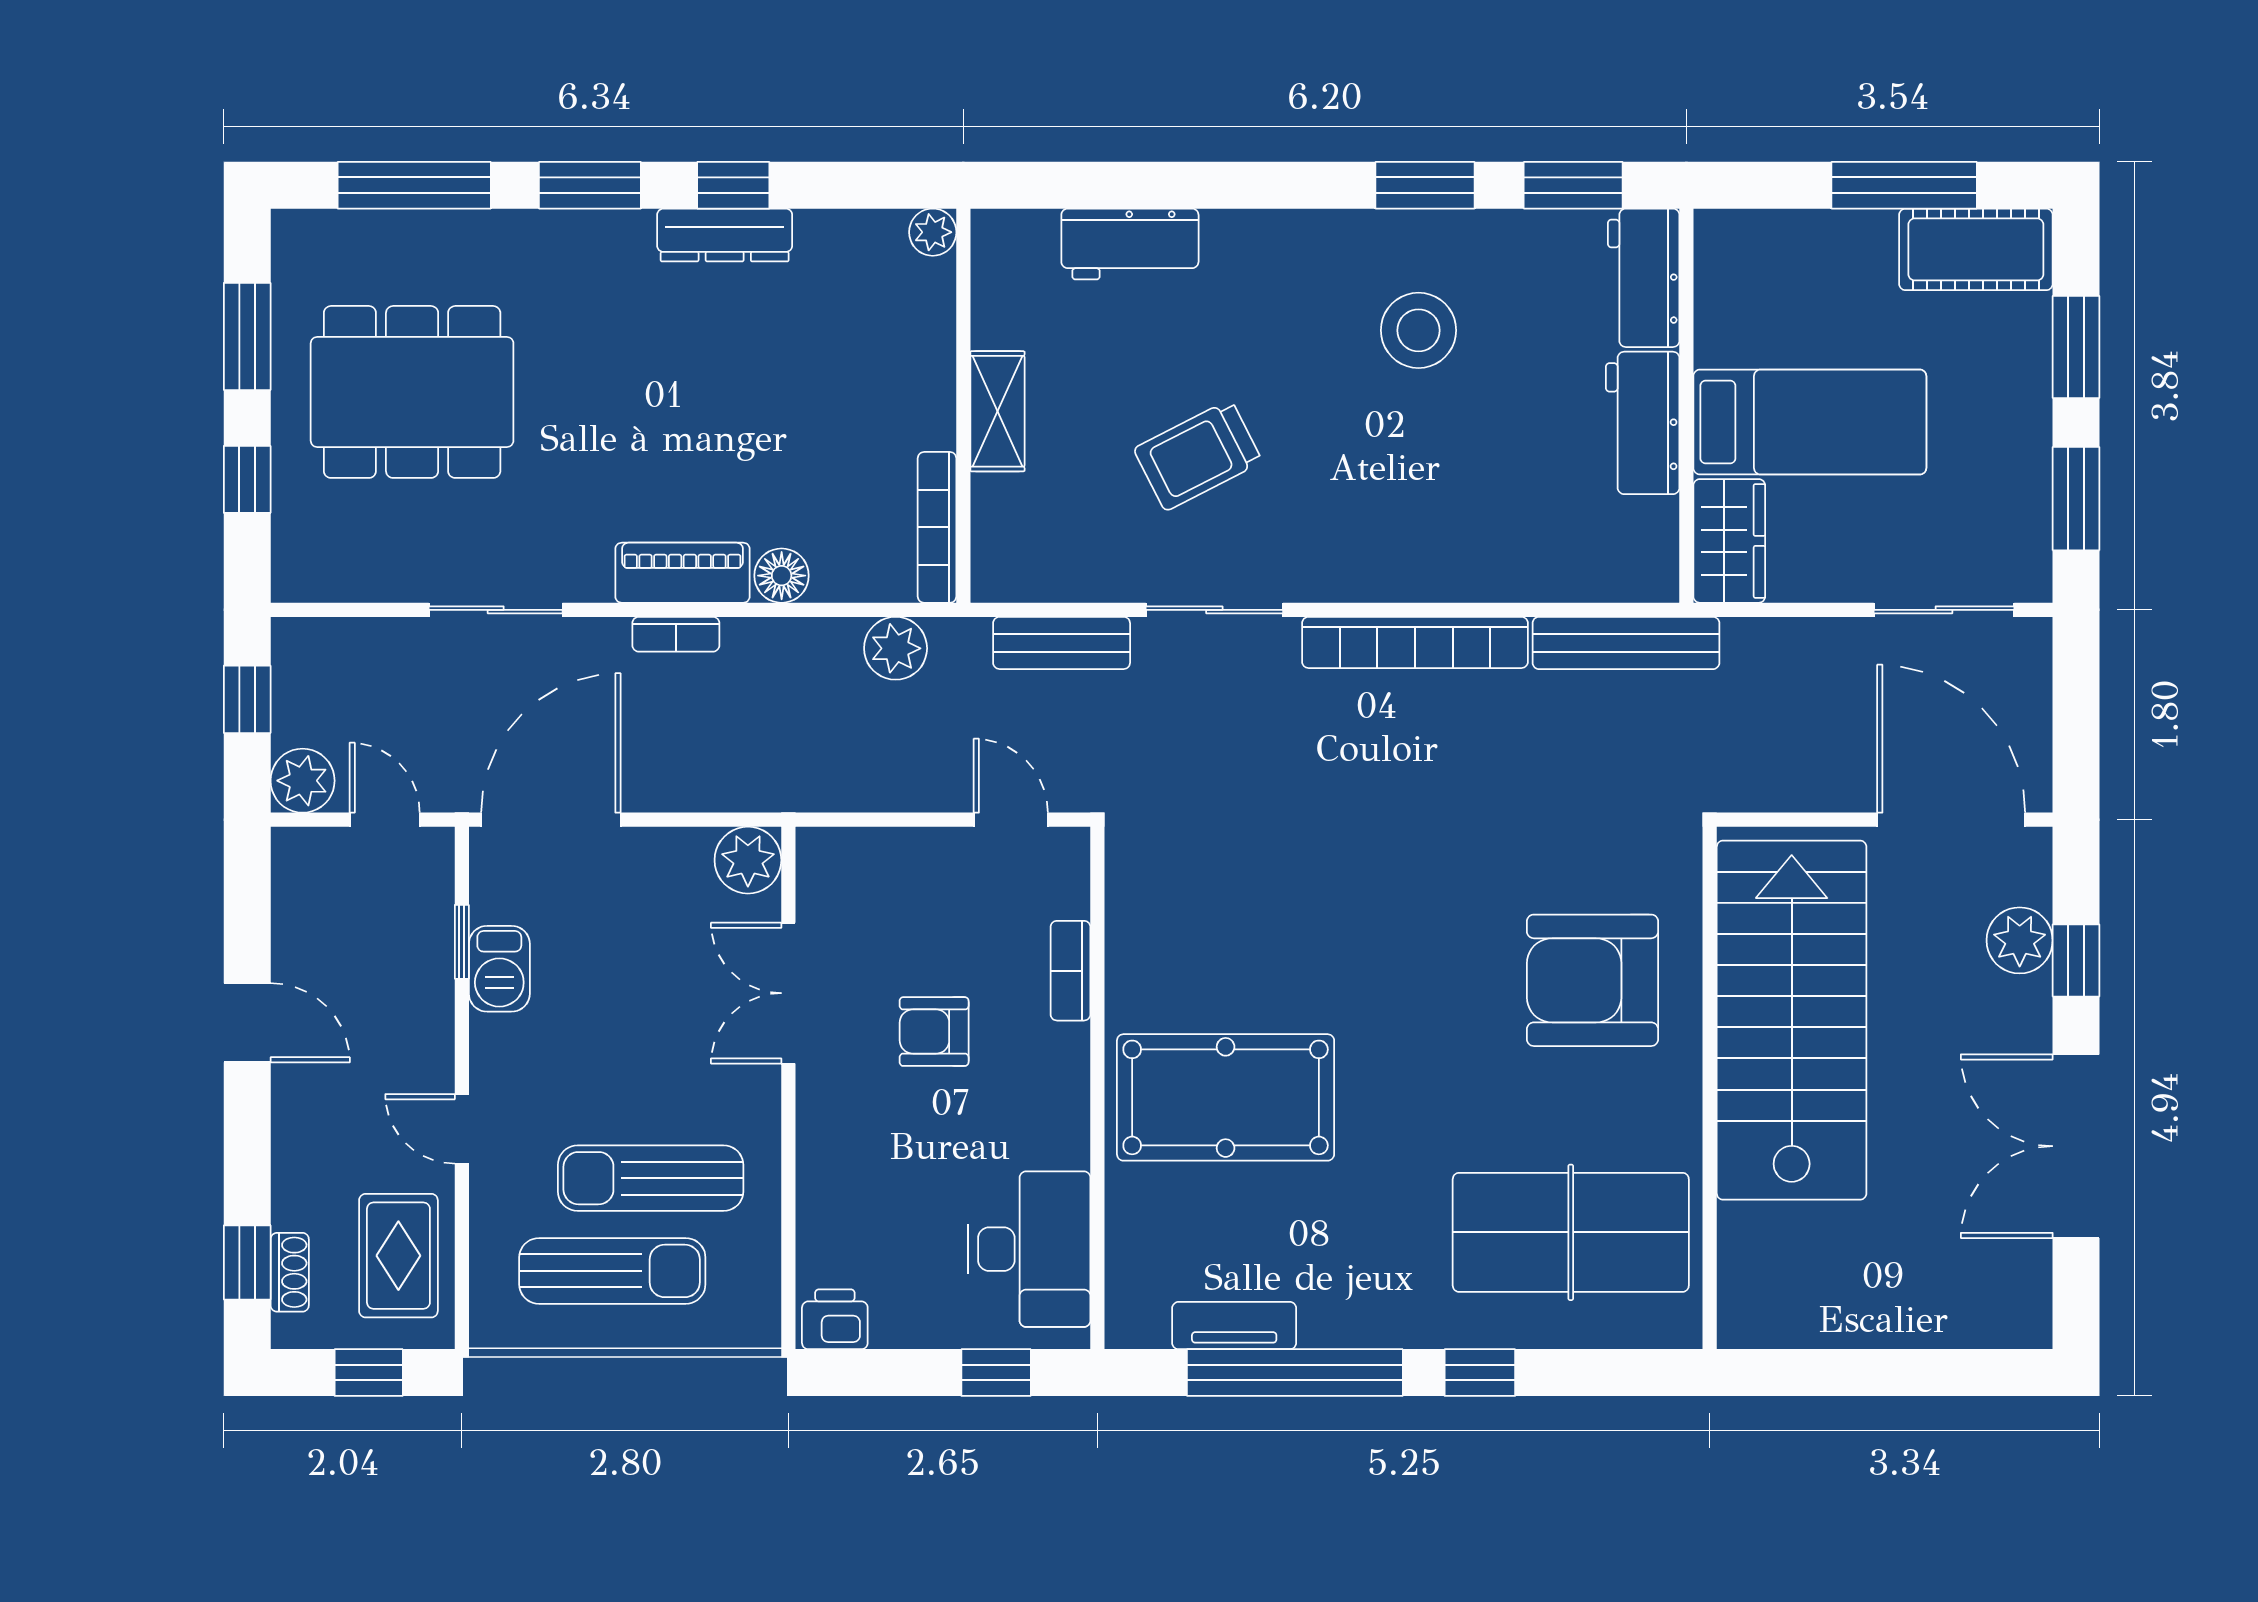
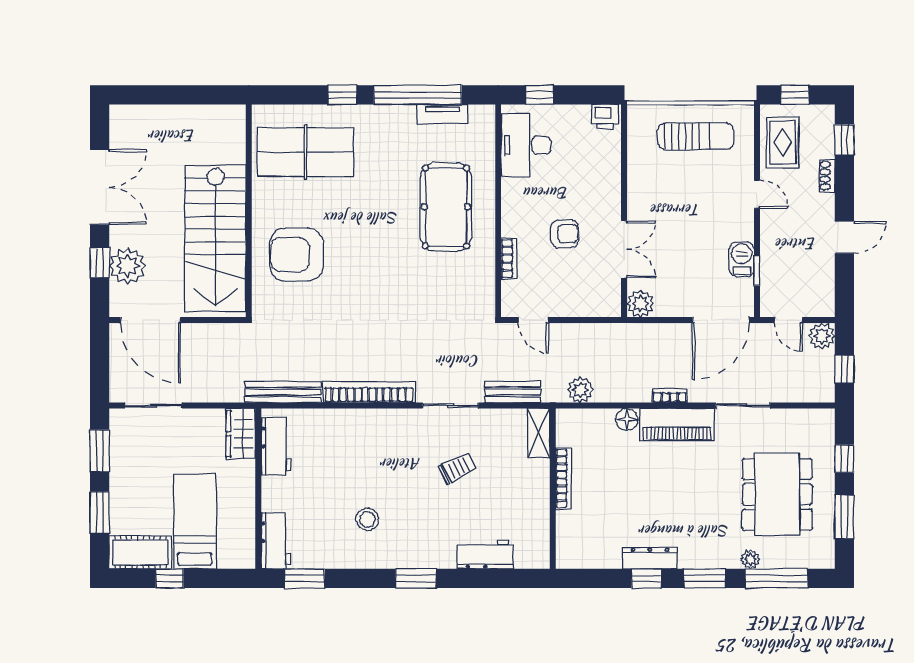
window: (1425, 185) -> (416, 578), moved
window: (1904, 185) -> (170, 578), width x0.46
plant: (933, 232) -> (751, 559), moved
stool: (1418, 330) -> (367, 519), width x0.73, depth x0.73
dining table: (412, 392) -> (777, 494), turned 90
shelving: (997, 411) -> (539, 433), moved
bed: (1810, 422) -> (195, 521), moved, turned 90
workbench: (1643, 423) -> (276, 446), moved
trolley: (1198, 455) -> (457, 468), width x0.73, depth x0.72
bookcase: (937, 527) -> (563, 479), moved
piano: (682, 573) -> (677, 425), width x1.37, depth x1.33
plant: (2020, 940) -> (128, 266), width x1.36, depth x1.36
armchair: (1593, 980) -> (297, 255), turned 180
door: (247, 1023) -> (844, 237), swing flipped
pool table: (1226, 1097) -> (446, 207), turned 90
sun lounger: (651, 1178) -> (680, 174), removed
sun lounger: (612, 1271) -> (696, 136), turned 180
shoe rack: (290, 1272) -> (827, 176), moved

